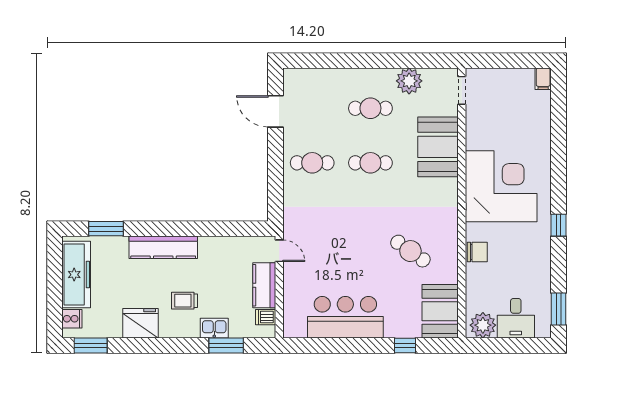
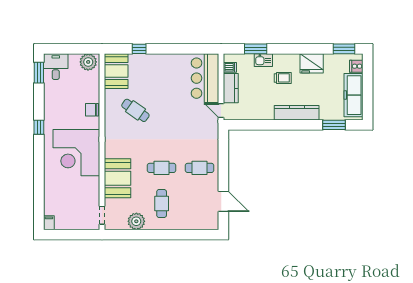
cafe table: (370, 108) -> (162, 203), turned 90
bar counter: (345, 317) -> (205, 78), moved, turned 90
desk: (516, 318) -> (56, 67), moved

